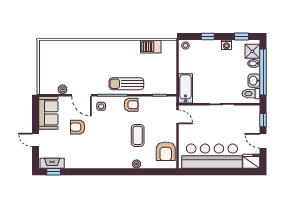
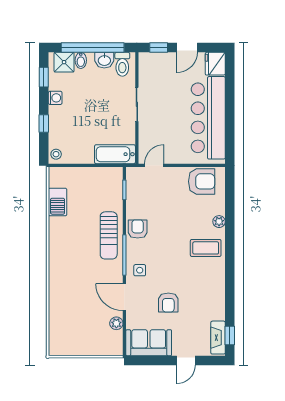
door: (81, 95) -> (124, 297), swing flipped
coffee table: (138, 135) -> (206, 248), moved

